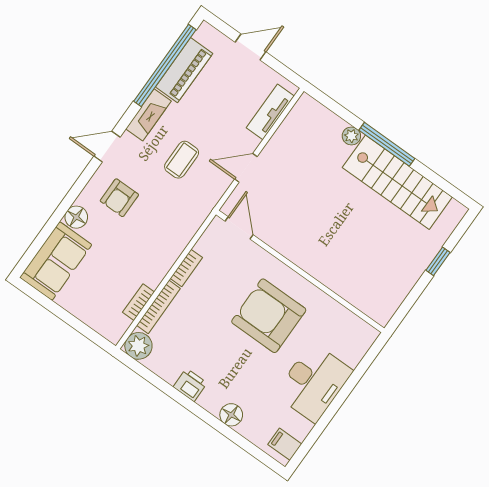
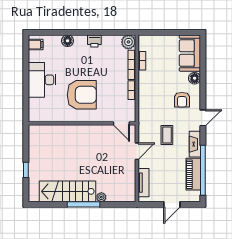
armchair: (119, 198) -> (182, 100), turned 180

